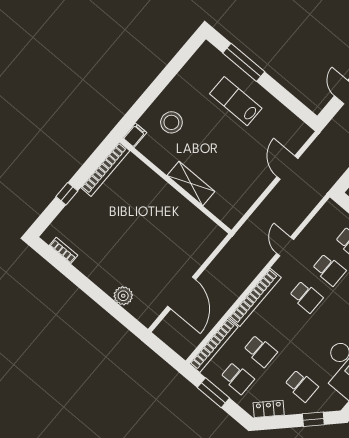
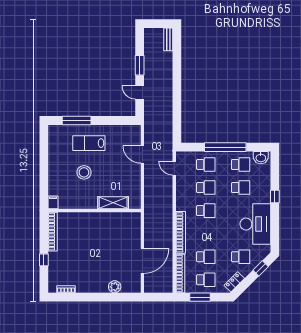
stool: (171, 122) -> (84, 172), moved
shelving: (191, 183) -> (113, 203), moved
door: (285, 247) -> (174, 168), moved
door: (182, 293) -> (142, 261), hinge flipped

